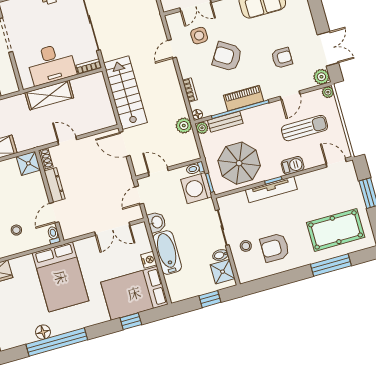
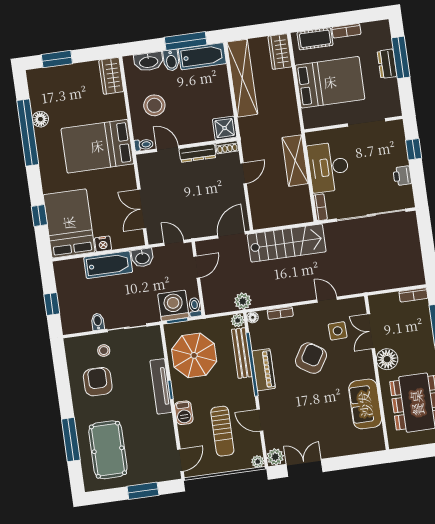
double door: (328, 49) -> (305, 468), swing flipped
armchair: (282, 58) -> (302, 417), removed
bench: (225, 122) -> (242, 353), width x1.36
stool: (16, 230) -> (154, 105), width x1.89, depth x1.89
shower: (223, 272) -> (79, 322), removed

